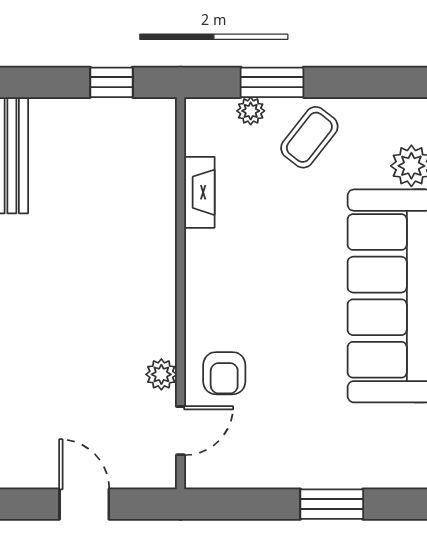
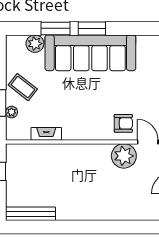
plant: (161, 374) -> (124, 156), width x1.87, depth x1.87

